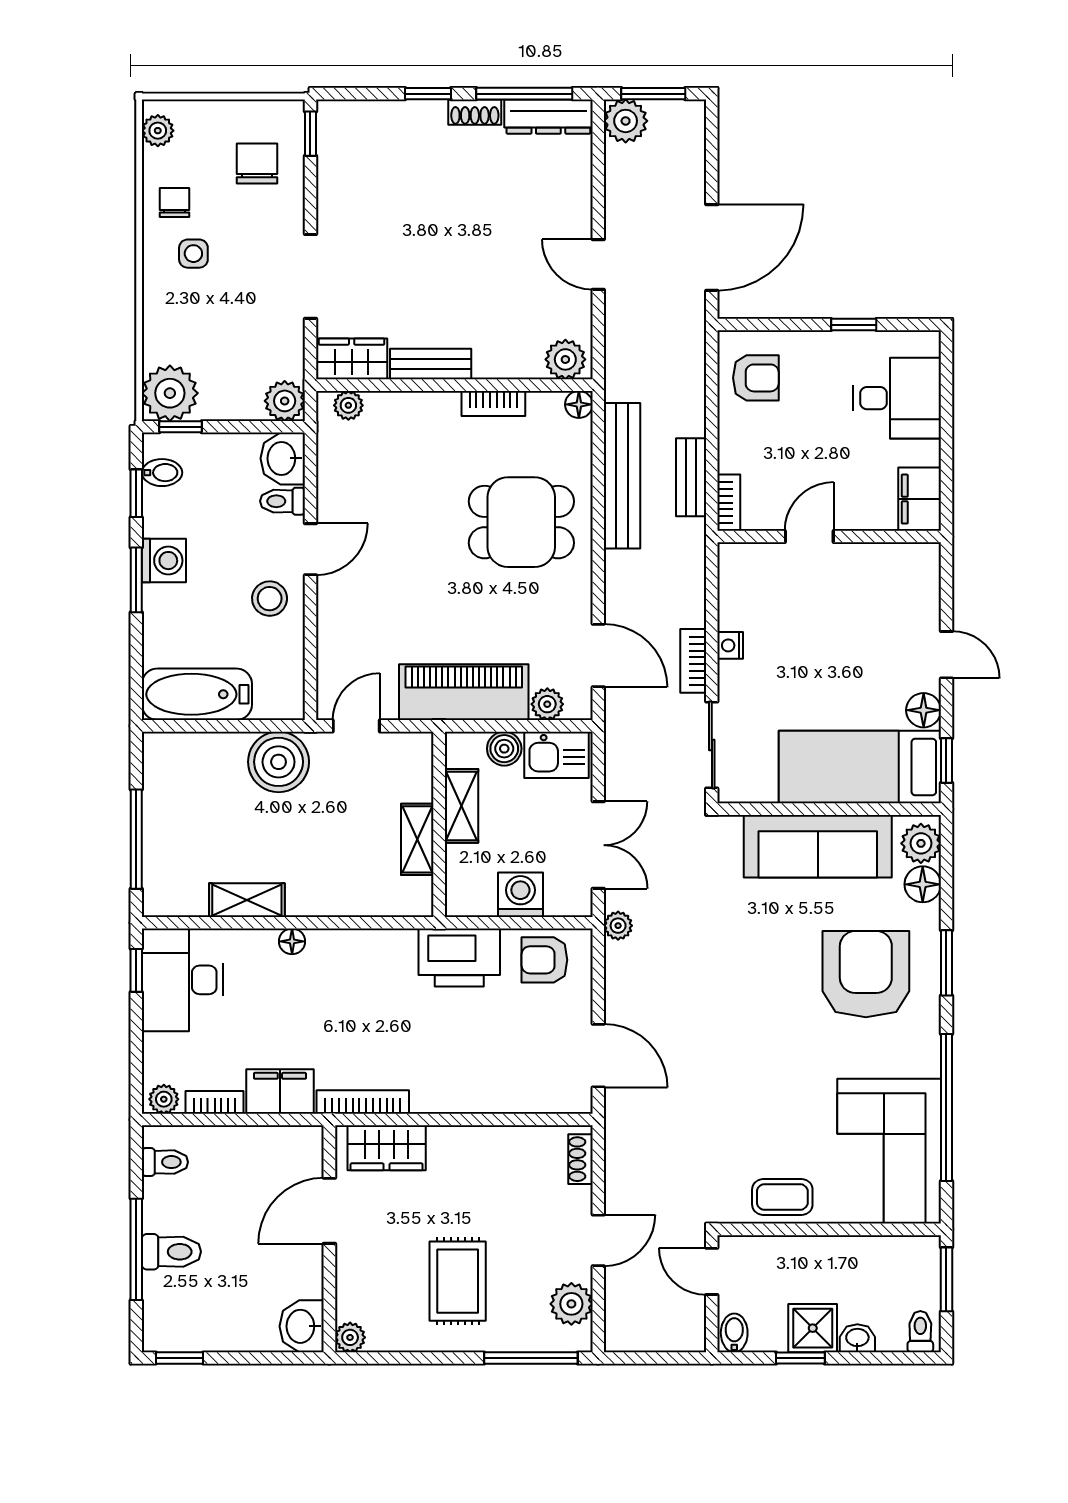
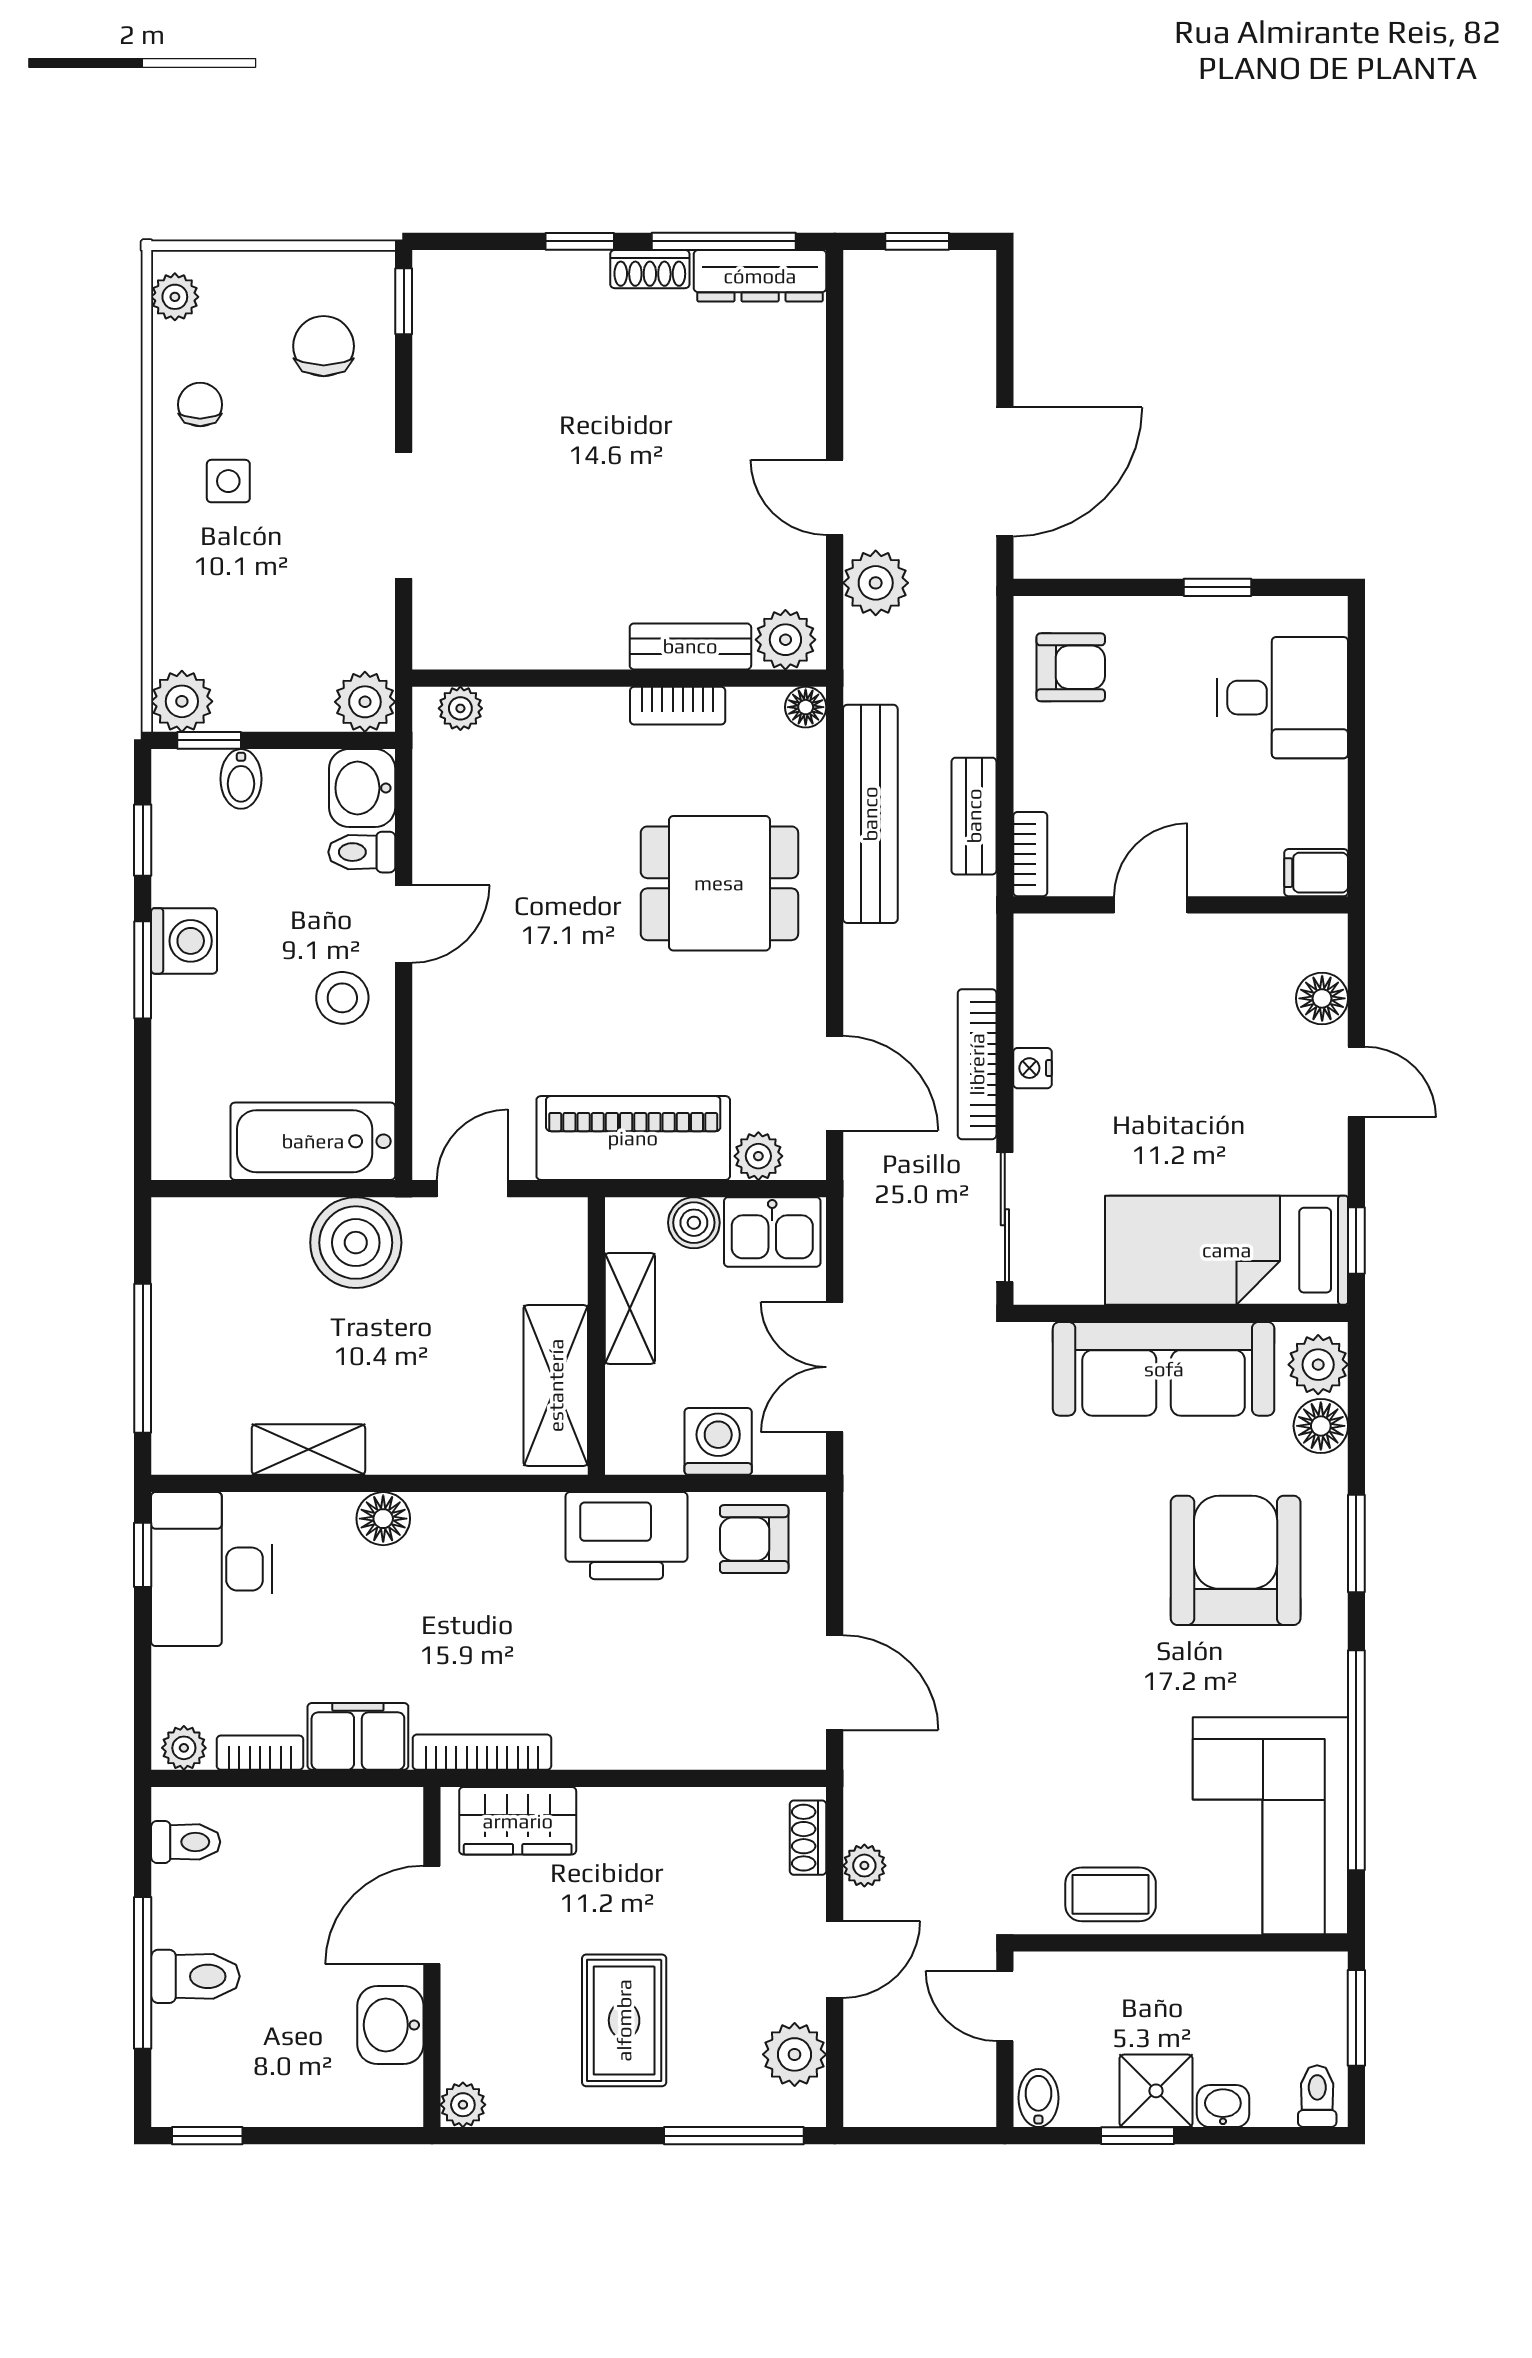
window: (653, 94) -> (917, 241), width x0.67
plant: (626, 121) -> (876, 583), moved
wardrobe: (352, 359) -> (465, 639), removed
bench: (431, 364) -> (690, 646), moved
plant: (170, 393) -> (182, 701), width x0.73, depth x0.73
bidet: (162, 473) -> (241, 779), moved, turned 90
filing cabinet: (920, 499) -> (1316, 873), width x0.50
bookcase: (693, 661) -> (977, 1064), width x1.56
bathtub: (197, 694) -> (313, 1141), moved
floor lamp: (924, 710) -> (1322, 998), moved
shelving: (417, 839) -> (556, 1385), width x1.50, depth x1.33
double door: (598, 845) -> (835, 1367), swing flipped
plant: (618, 926) -> (864, 1866), moved
floor lamp: (292, 941) -> (383, 1519), width x1.37, depth x1.37
washbasin: (302, 1326) -> (390, 2025), moved

